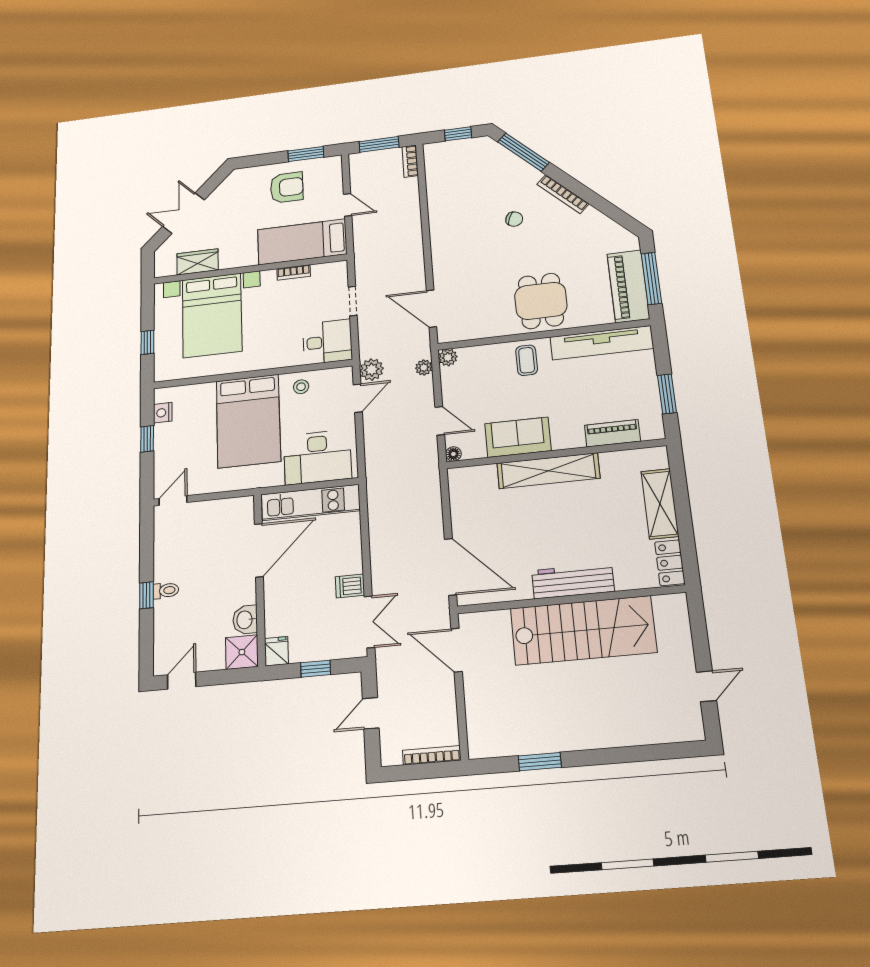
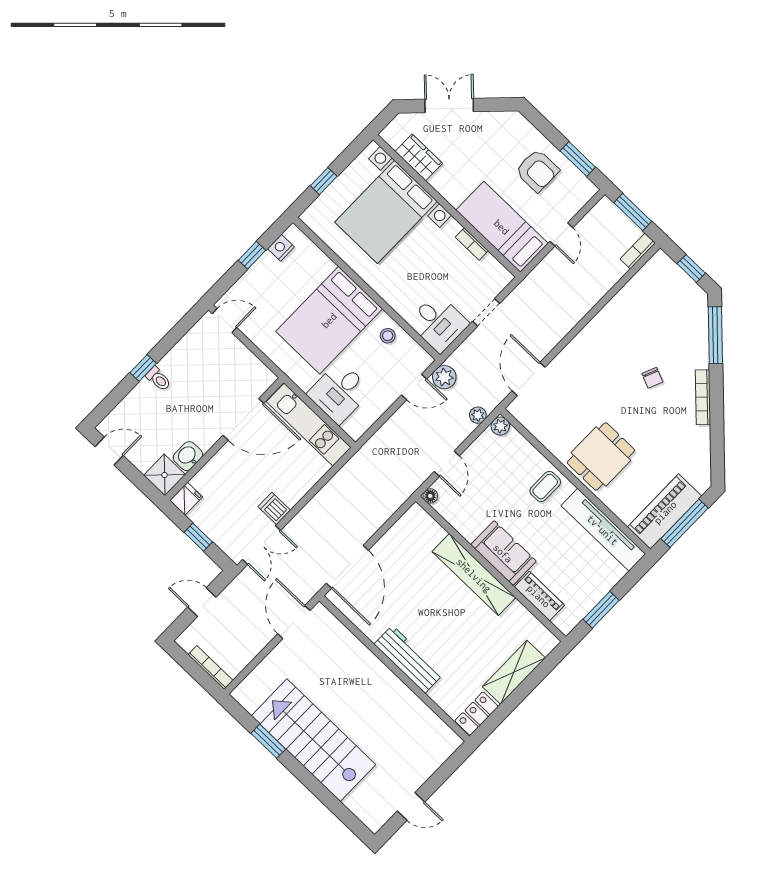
sofa: (518, 437) -> (503, 553), moved
desk: (318, 457) -> (339, 392), width x0.73
stairs: (583, 630) -> (314, 740), moved, turned 180

